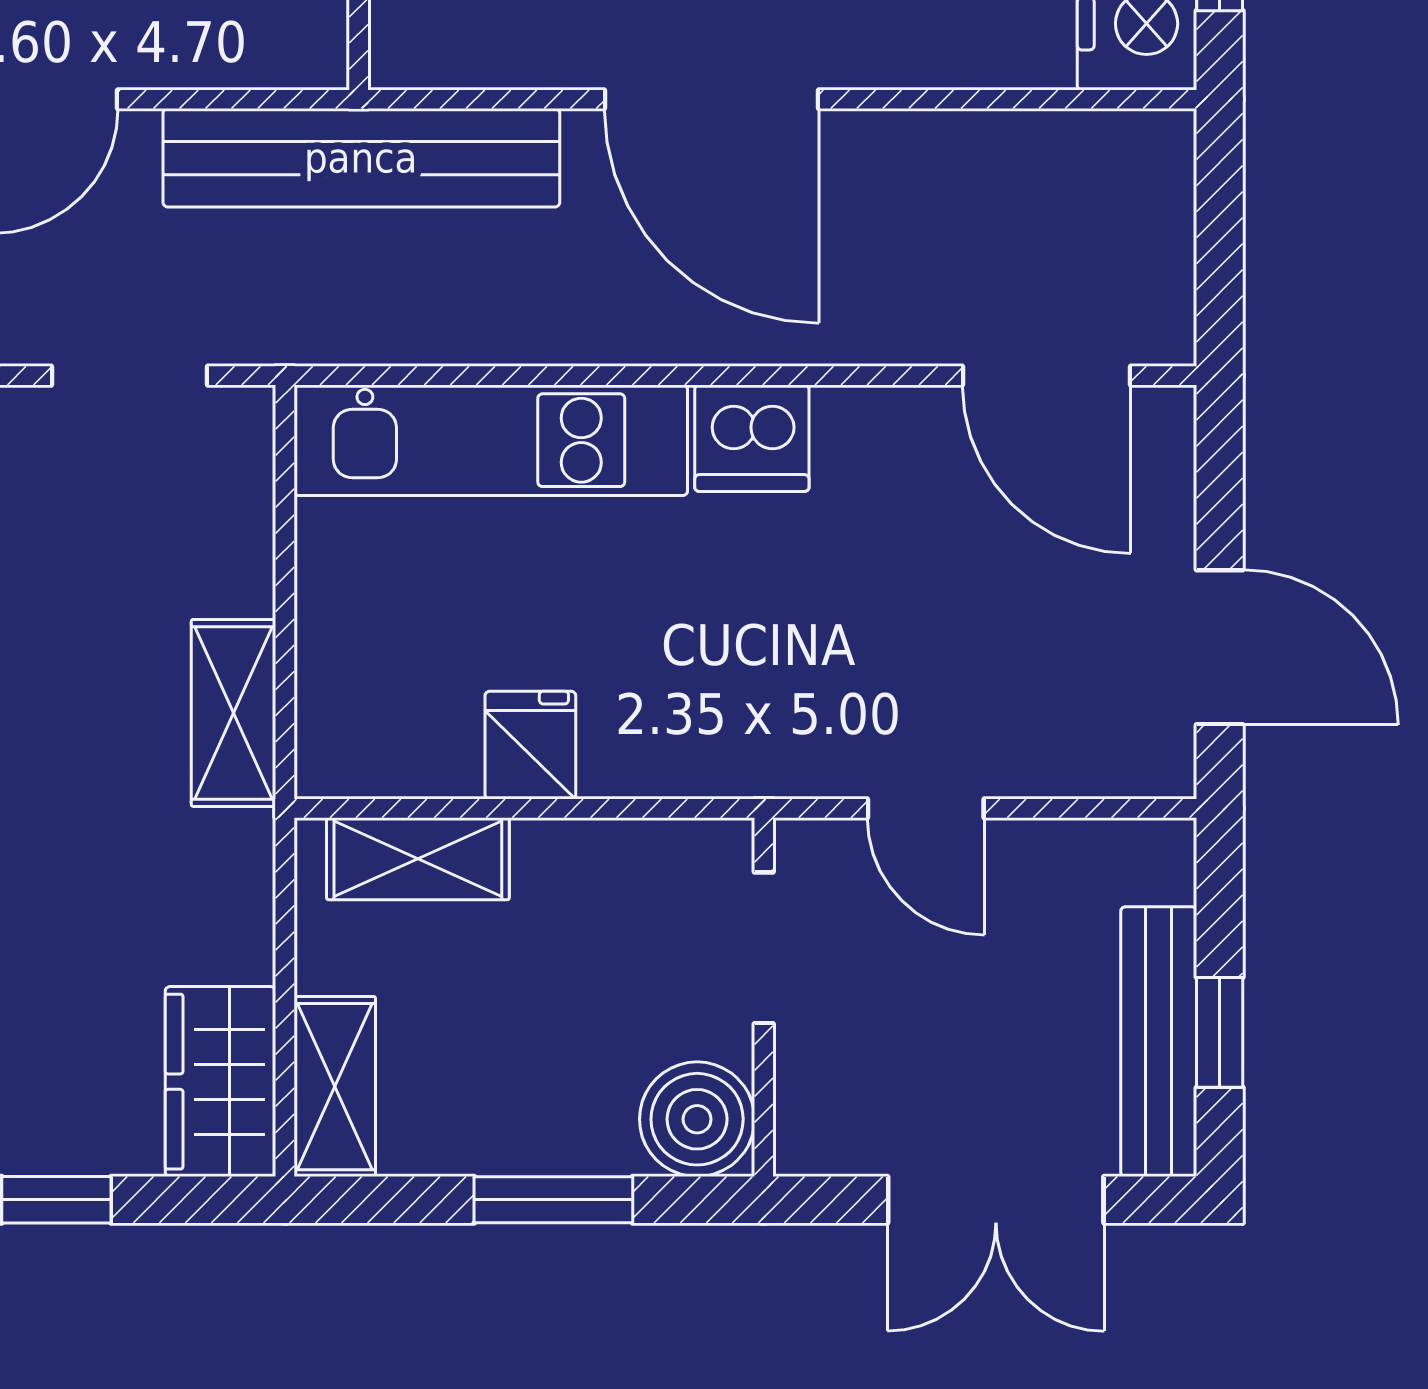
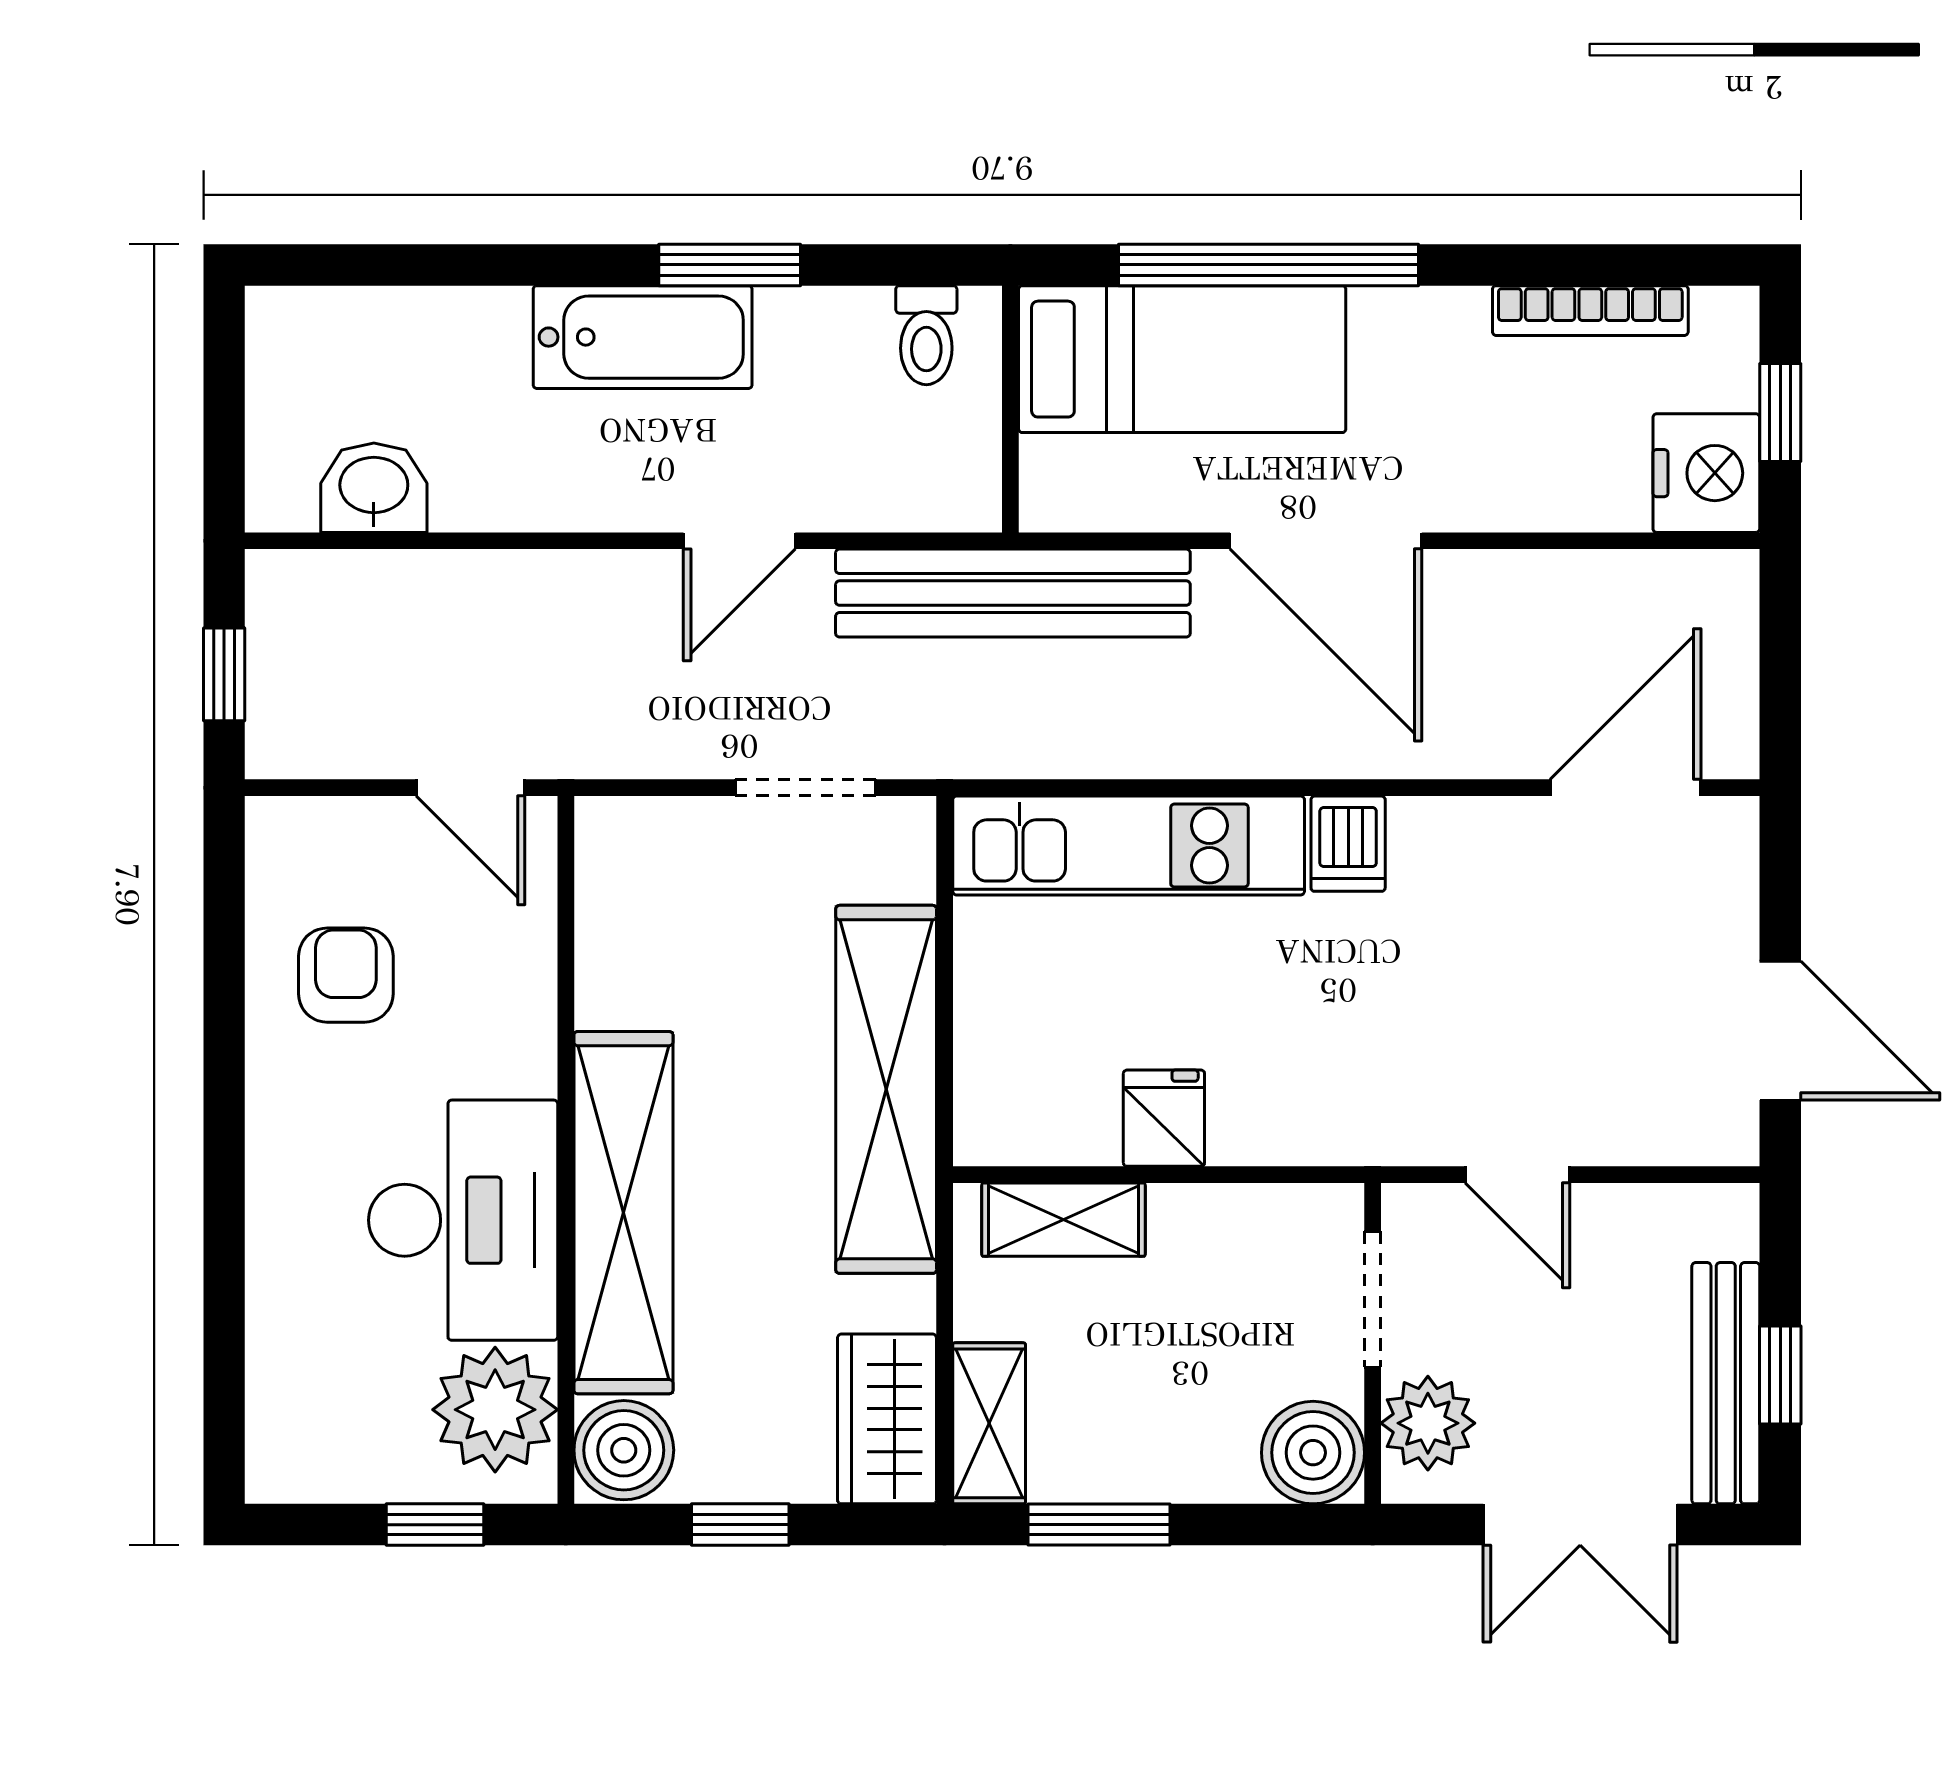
door: (1047, 376) -> (1625, 788), swing flipped
dishwasher: (752, 438) -> (1348, 844), width x0.73
shelving: (234, 713) -> (886, 1089), width x2.20, depth x1.33
plant: (826, 1086) -> (1428, 1423), added
window: (553, 1200) -> (1099, 1525), moved

